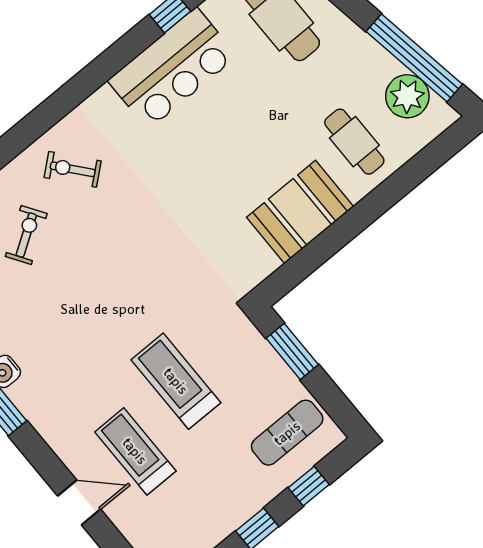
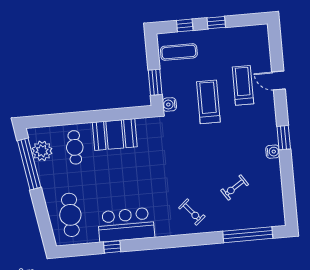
exercise bike: (26, 235) -> (235, 188), moved
water cooler: (241, 330) -> (169, 104), added
treadmill: (176, 381) -> (208, 102), turned 180
treadmill: (135, 451) -> (243, 85), turned 180

